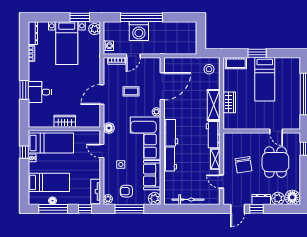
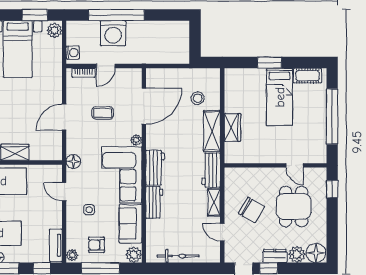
cot: (236, 63) -> (307, 76), moved
stool: (209, 69) -> (198, 98), moved
chair: (244, 165) -> (251, 210), turned -51

